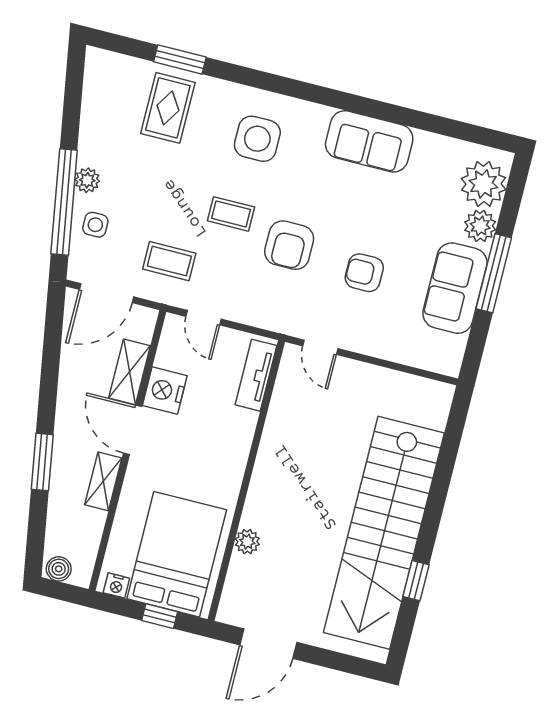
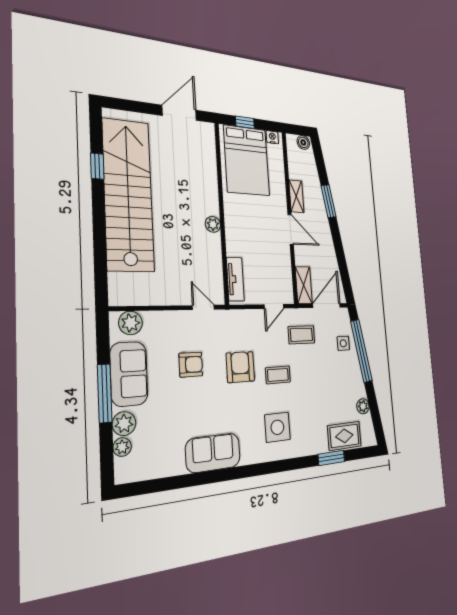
rug: (168, 108) -> (344, 436), moved, turned 90
plant: (87, 180) -> (363, 406), moved
plant: (484, 184) -> (122, 447), width x0.53, depth x0.53
door: (204, 318) -> (274, 306), swing flipped
plant: (433, 355) -> (130, 323), added
shelving: (129, 372) -> (304, 285), moved
nightstand: (165, 391) -> (281, 257), removed
plant: (247, 542) -> (213, 224), moved

